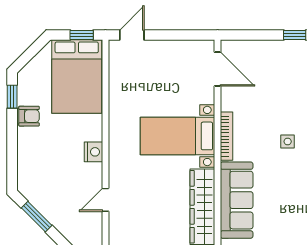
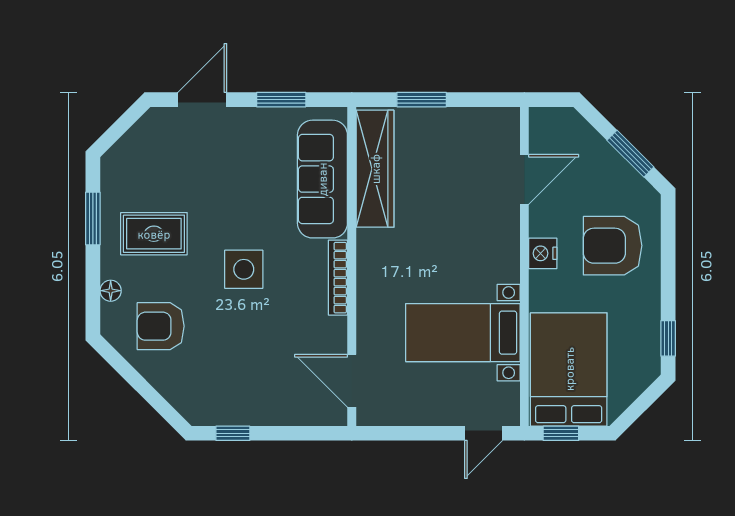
armchair: (29, 116) -> (613, 246), moved, width x1.88, depth x1.88
bed with nightstands: (178, 136) -> (463, 333), moved, turned 180
side table: (288, 141) -> (244, 269), width x1.87, depth x1.87
door: (105, 200) -> (524, 179), width x1.38

